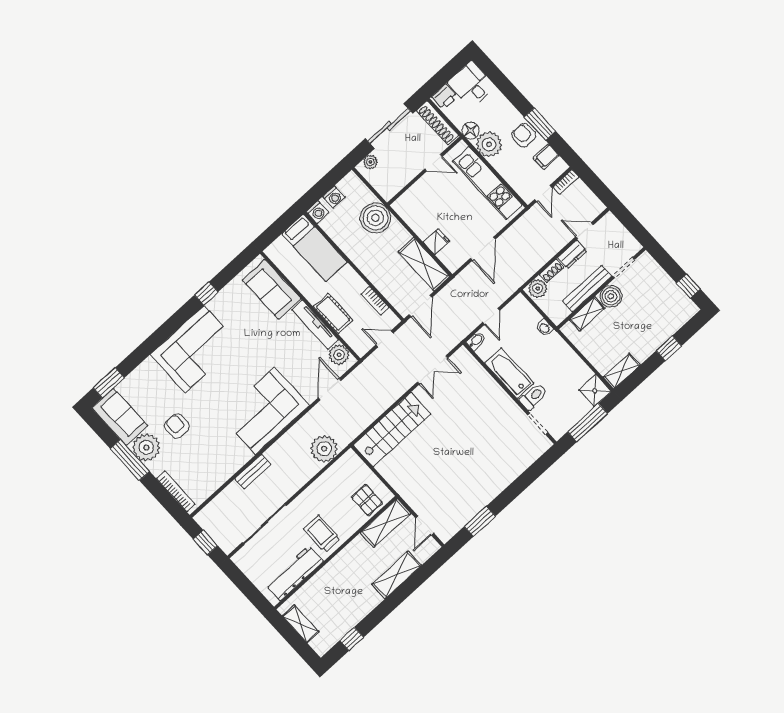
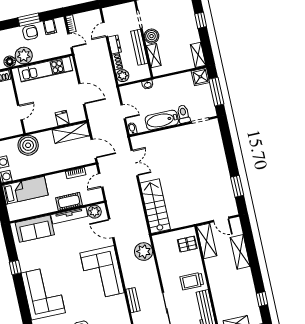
armchair: (524, 135) -> (30, 33), turned 180
door: (434, 163) -> (20, 112), moved

